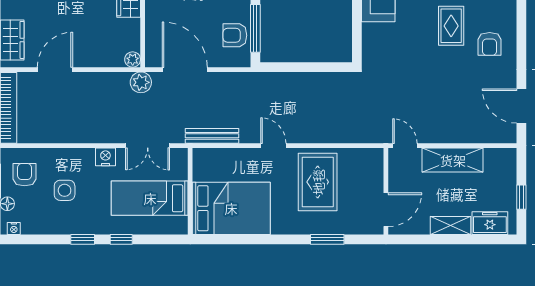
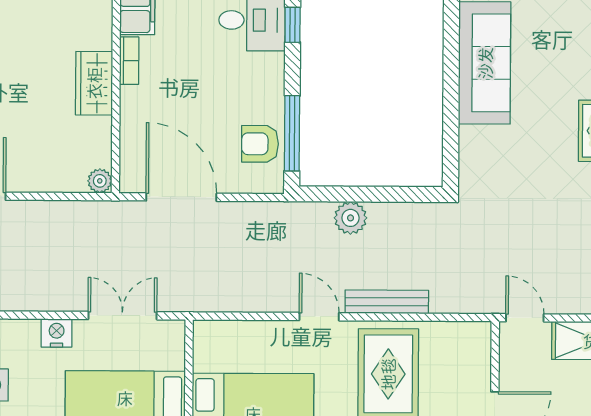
plant: (141, 82) -> (350, 218), moved
bench: (212, 136) -> (387, 302), moved
double door: (148, 146) -> (122, 316), swing flipped

